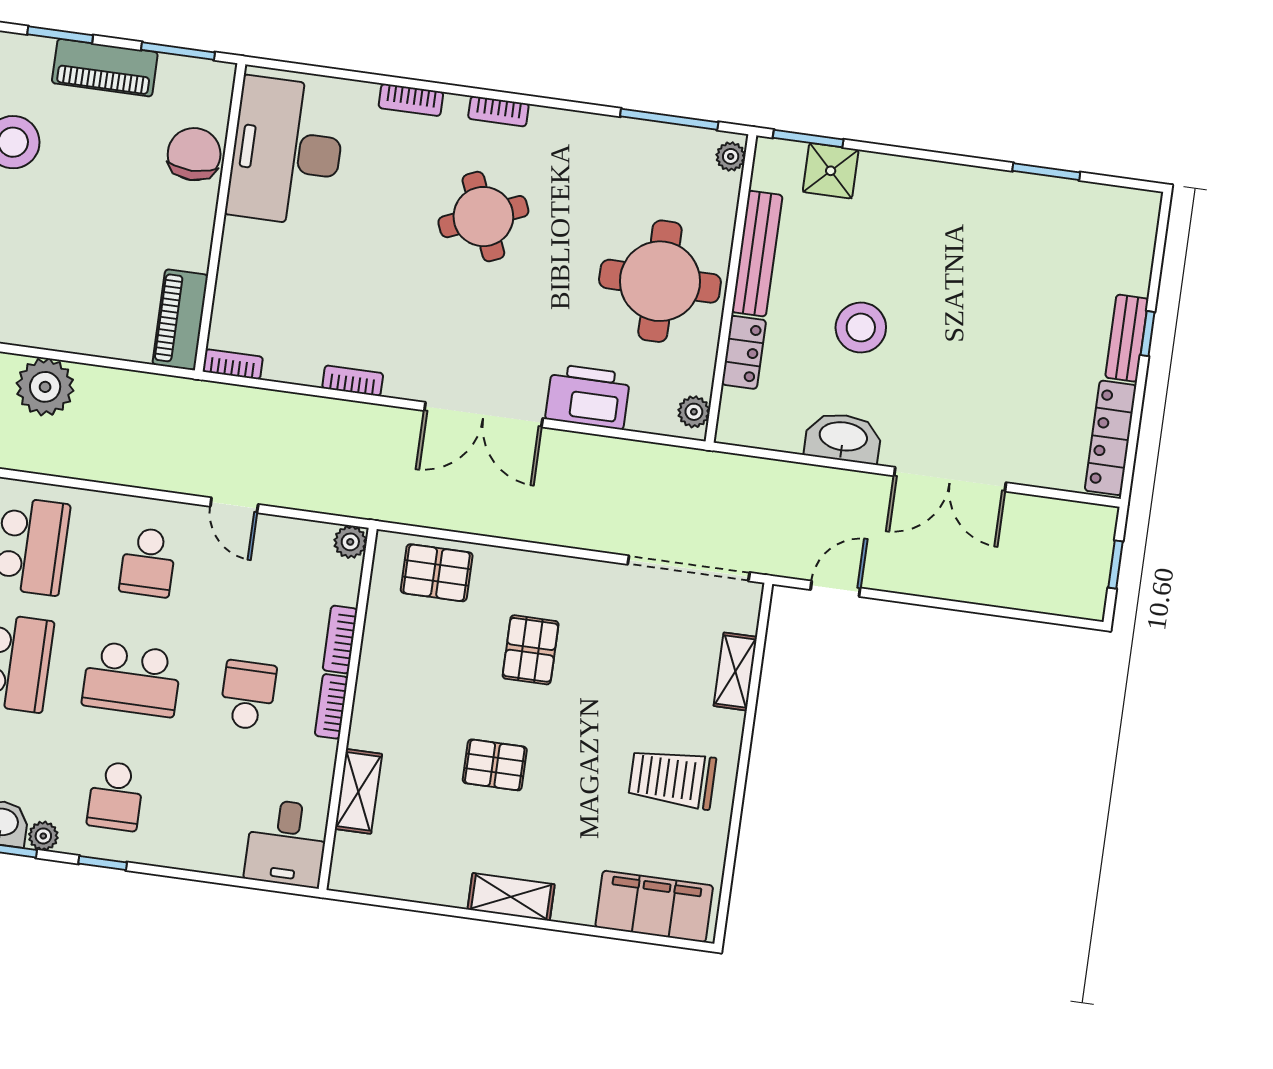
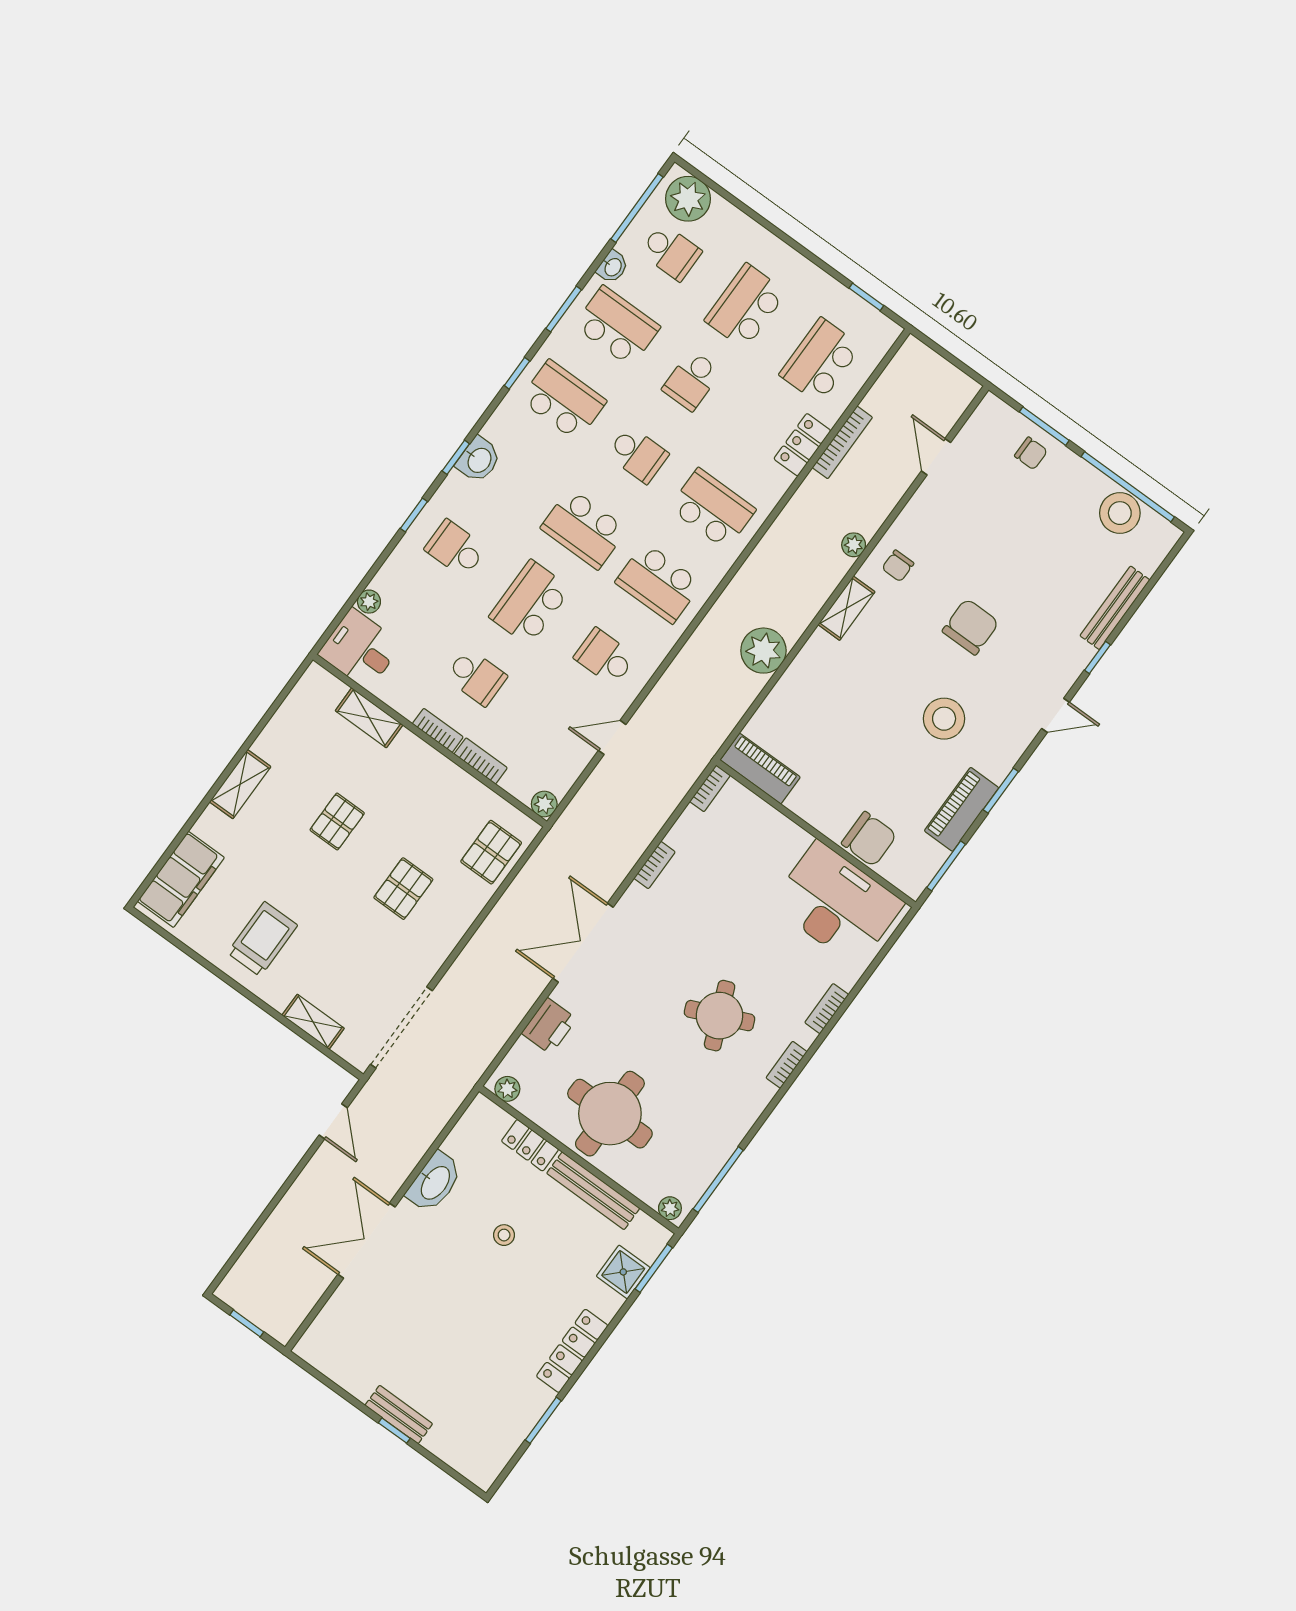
stool: (861, 328) -> (504, 1235), width x0.53, depth x0.53
printer: (588, 397) -> (549, 1026), width x0.73, depth x0.84
locker: (1111, 438) -> (572, 1351), moved, turned -90
pallet: (531, 650) -> (403, 889), turned 90
plant: (43, 836) -> (369, 602), moved

